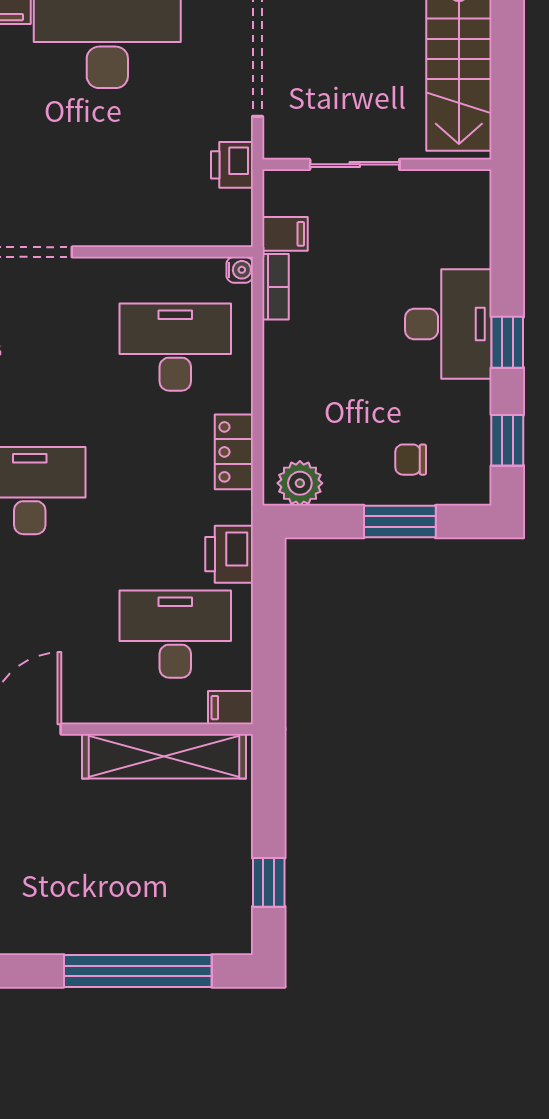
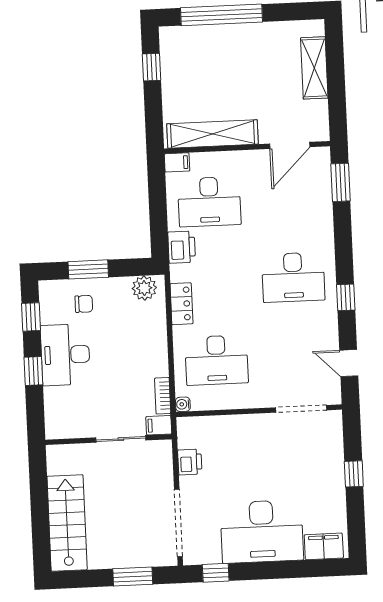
sliding door: (355, 164) -> (121, 439), moved
wall: (377, 164) -> (109, 440), moved
desk: (448, 324) -> (65, 355), moved

